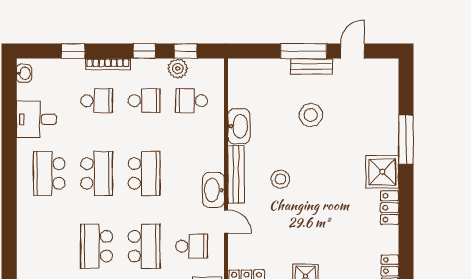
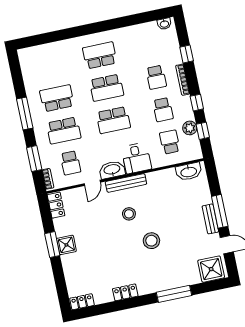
stool: (311, 115) -> (151, 241), moved
desk: (36, 119) -> (136, 158), moved, turned 180
washbasin: (239, 126) -> (189, 172), moved
shower: (382, 172) -> (211, 269), moved

